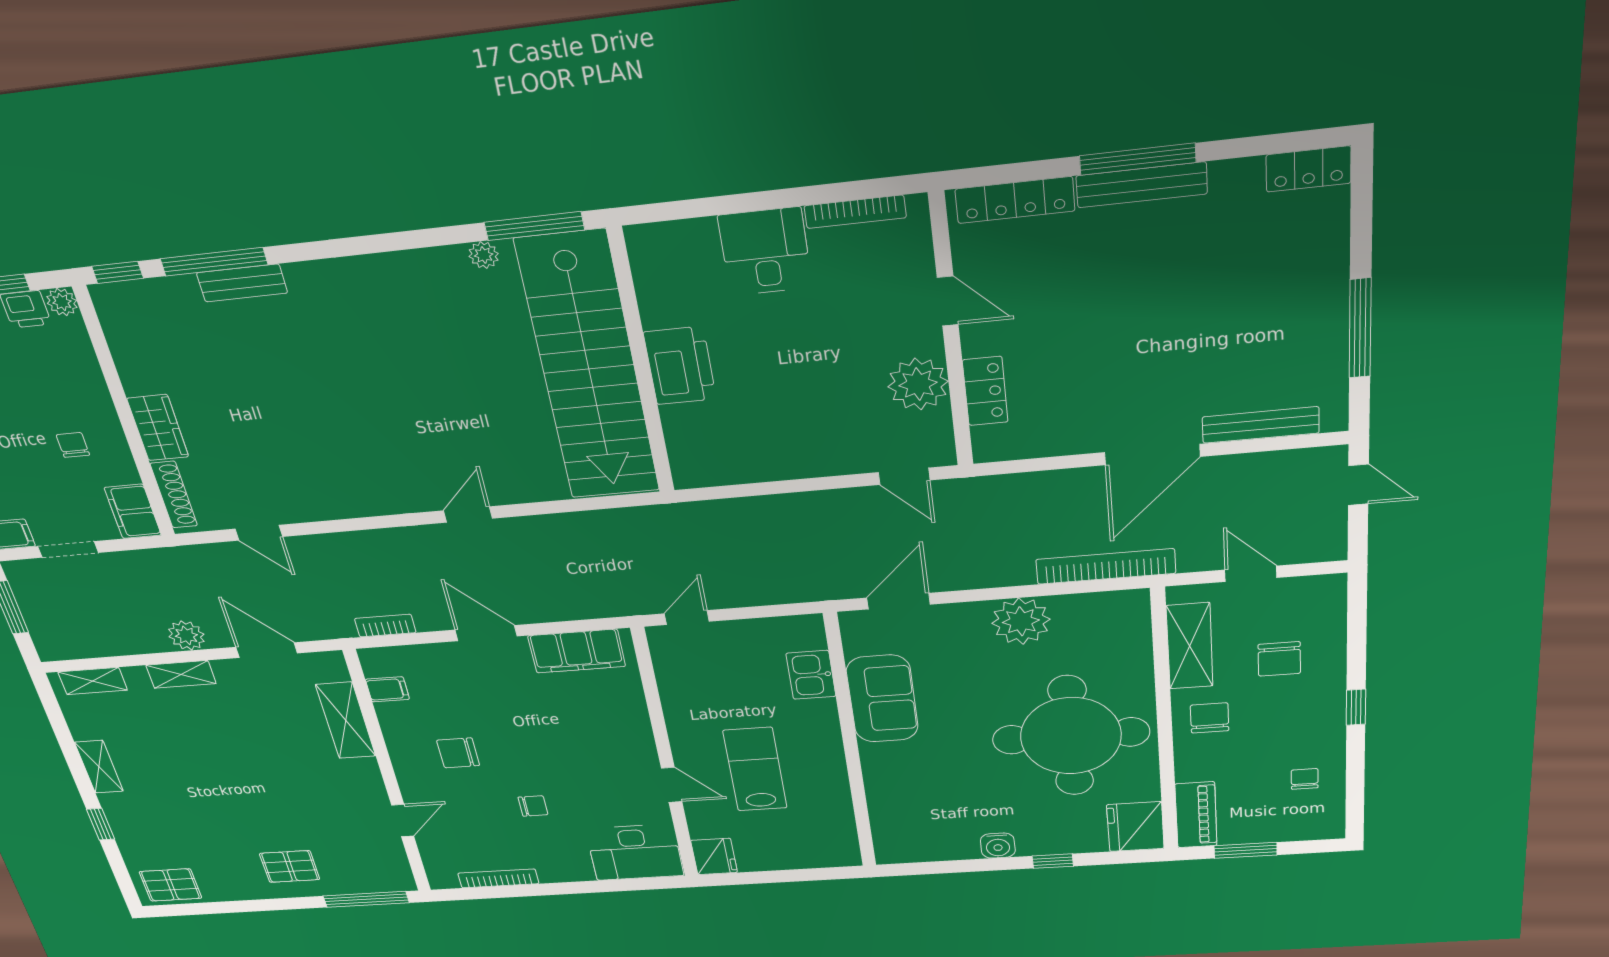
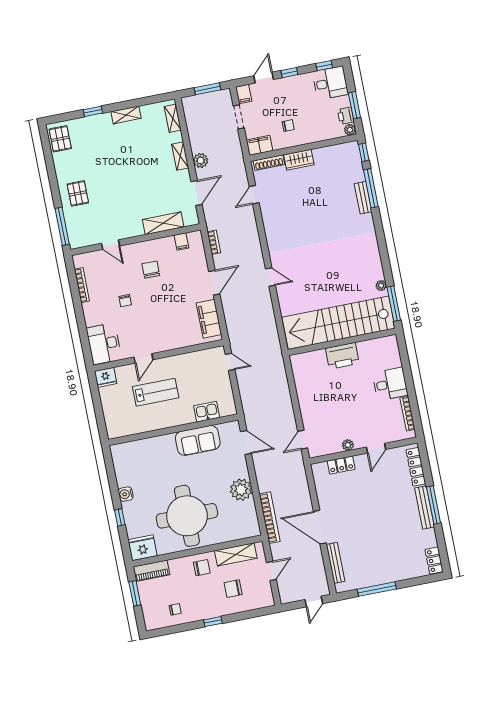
plant: (918, 384) -> (348, 445), width x0.53, depth x0.53

